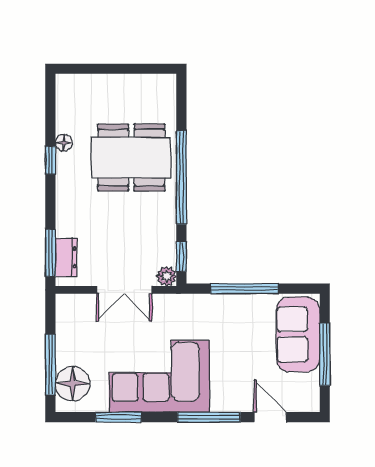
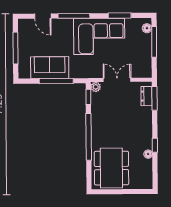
dining table: (131, 158) -> (111, 168), moved, turned 90
sofa: (298, 334) -> (50, 68), moved, turned -90
floor lamp: (73, 384) -> (147, 28), width x0.53, depth x0.53

